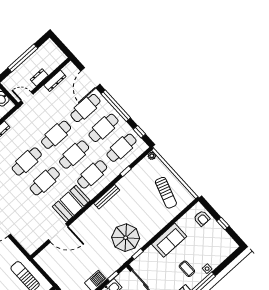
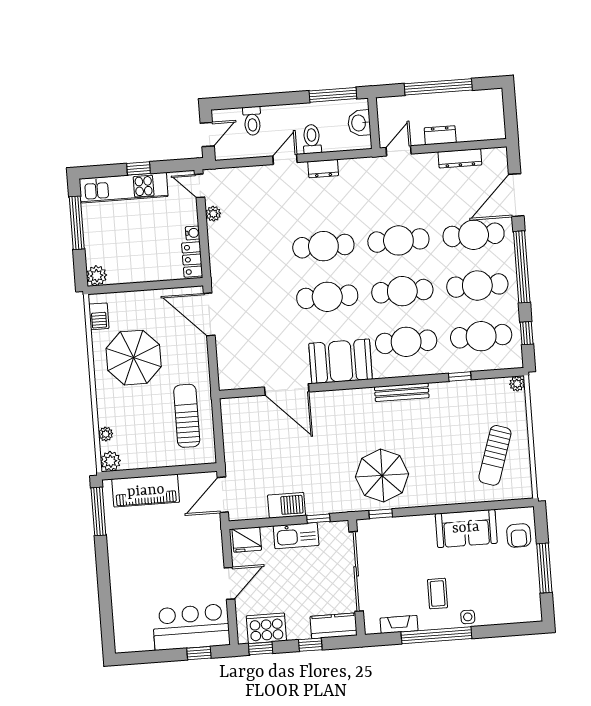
door: (27, 97) -> (399, 151), hinge flipped
window: (223, 224) -> (544, 568), width x2.17
sofa: (169, 240) -> (466, 528), moved

